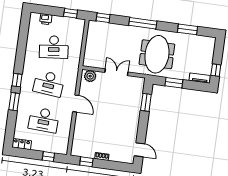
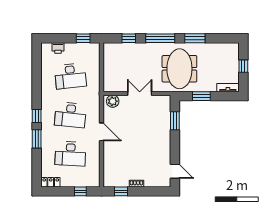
window: (103, 18) -> (129, 38), moved
window: (188, 29) -> (195, 38), moved
window: (216, 70) -> (243, 66), moved

